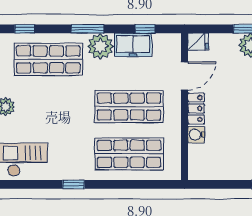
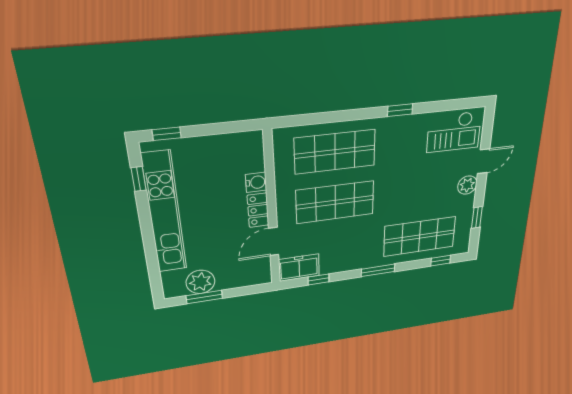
fridge: (198, 42) -> (260, 276), removed
freezer: (133, 45) -> (299, 268), moved
plant: (100, 46) -> (365, 257), removed

